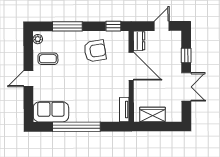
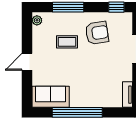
coffee table: (48, 59) -> (67, 42), moved

